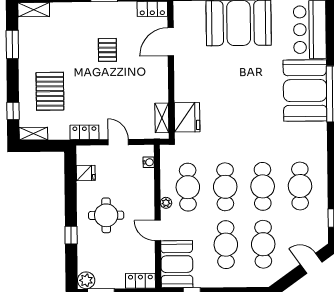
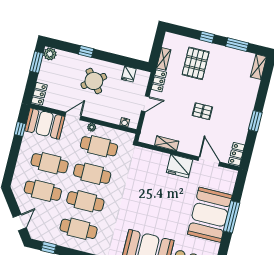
pallet: (107, 50) -> (202, 111), moved
pallet: (50, 91) -> (196, 63), turned 90
window: (13, 111) -> (207, 37), moved
fridge: (187, 117) -> (180, 166), moved
shelving: (162, 118) -> (167, 143), moved
shelving: (33, 134) -> (164, 59), moved
round table: (106, 215) -> (94, 81), turned -38

